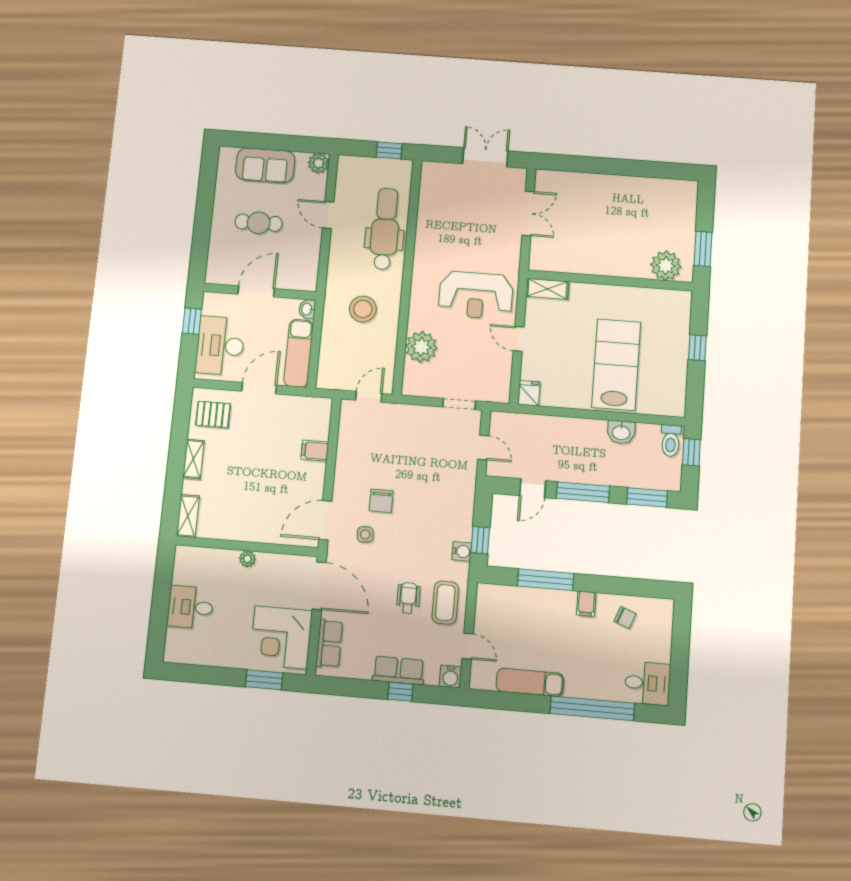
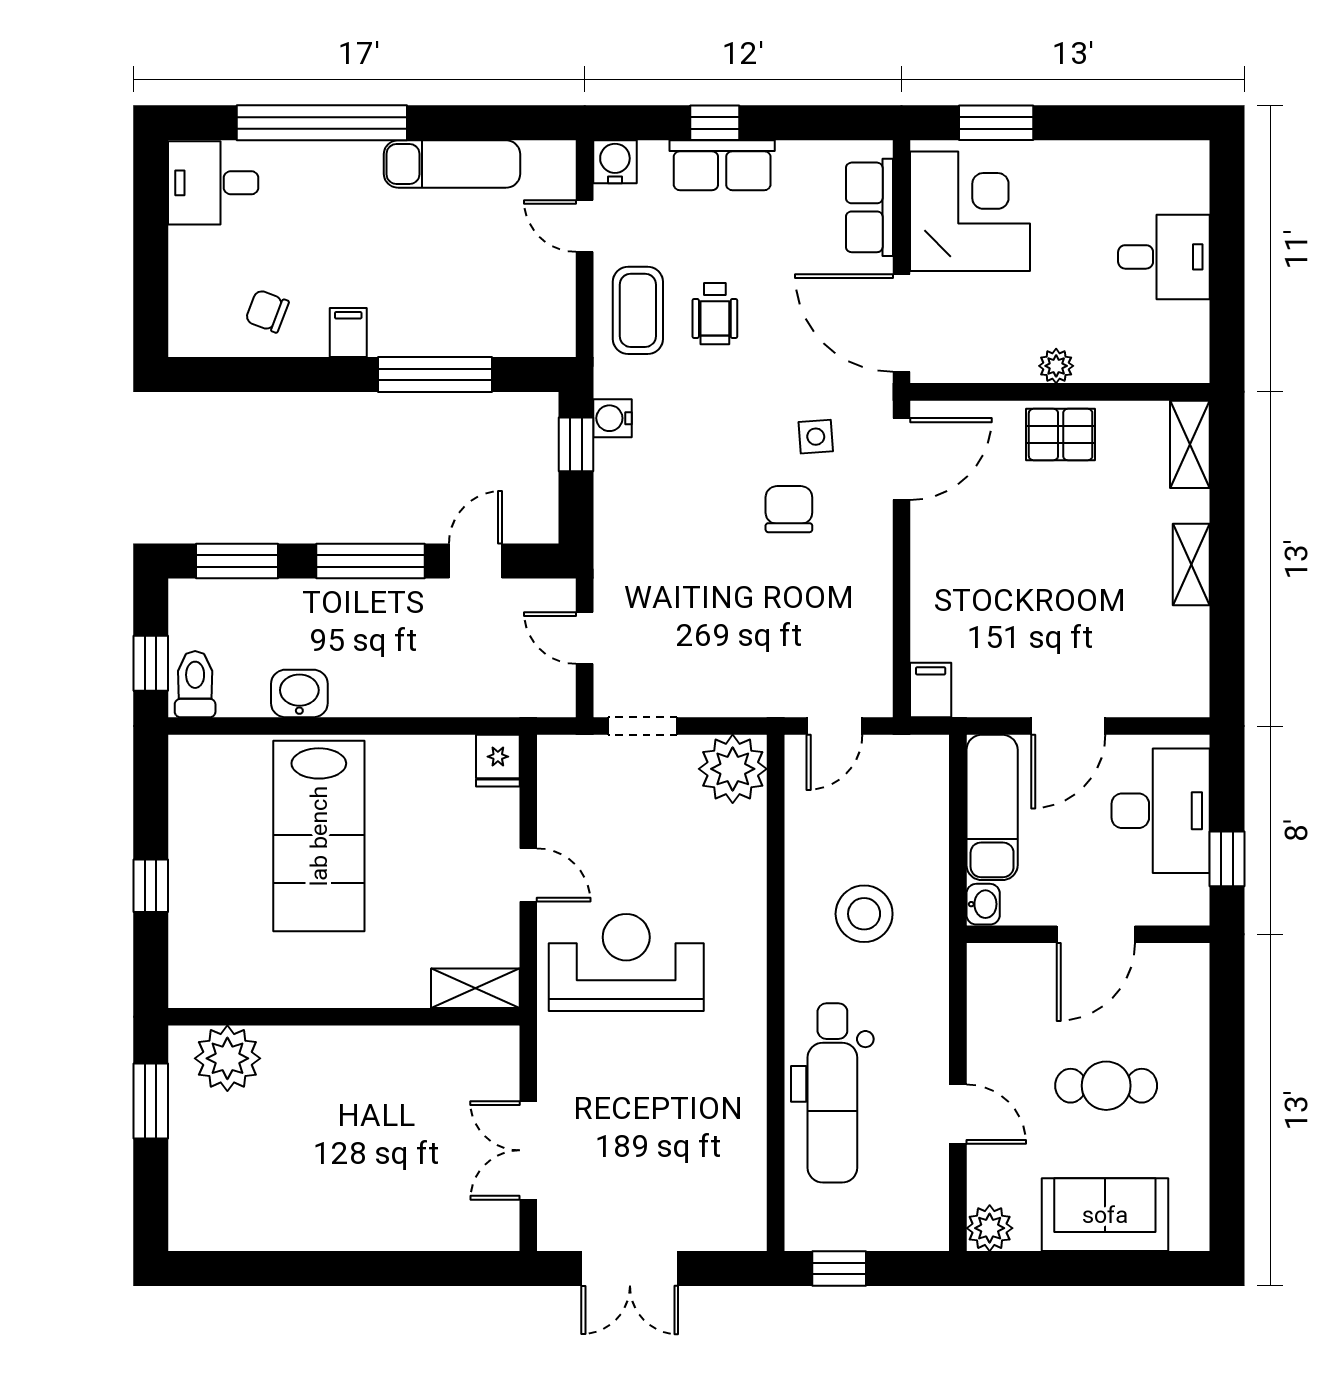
plant: (421, 347) -> (733, 769), moved
pallet: (213, 414) -> (1061, 435), moved
filing cabinet: (315, 451) -> (931, 690), moved, turned -90

